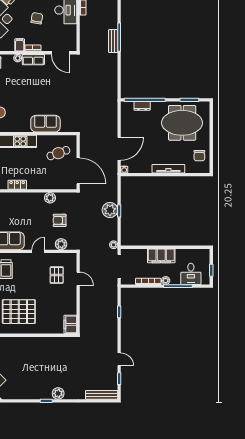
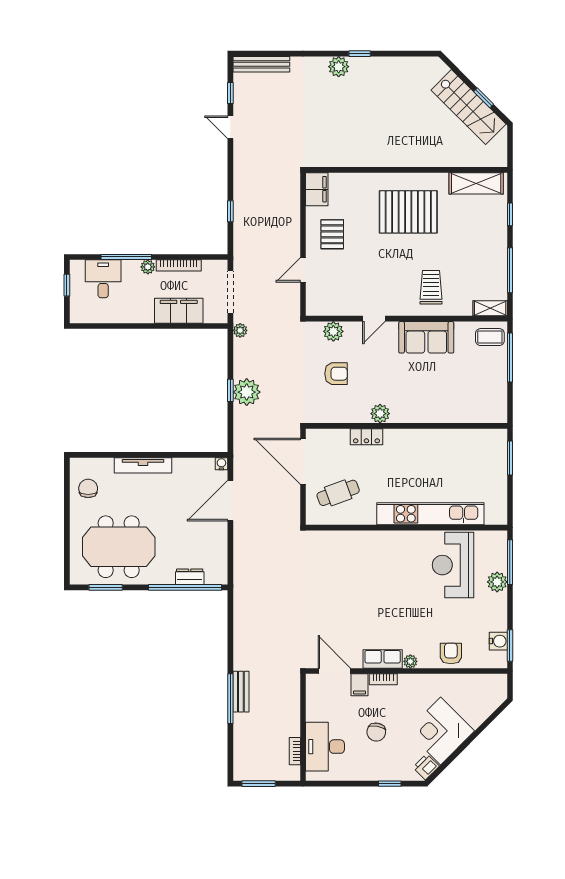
filing cabinet: (20, 45) -> (360, 685), moved
sofa: (45, 124) -> (361, 545), removed
locker: (17, 185) -> (366, 437), moved
plant: (50, 198) -> (380, 414), moved
filing cabinet: (161, 256) -> (179, 311), moved
pallet: (57, 275) -> (332, 234), moved
door: (78, 279) -> (303, 270), hinge flipped

